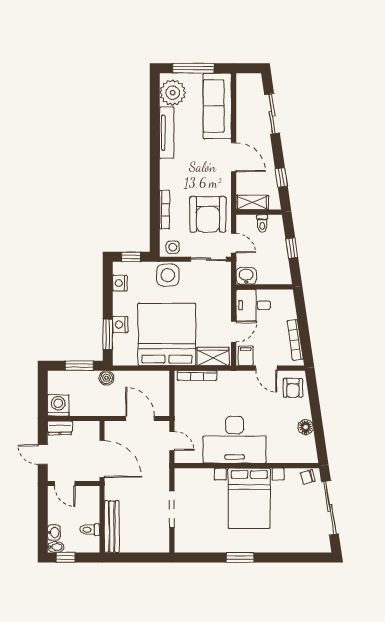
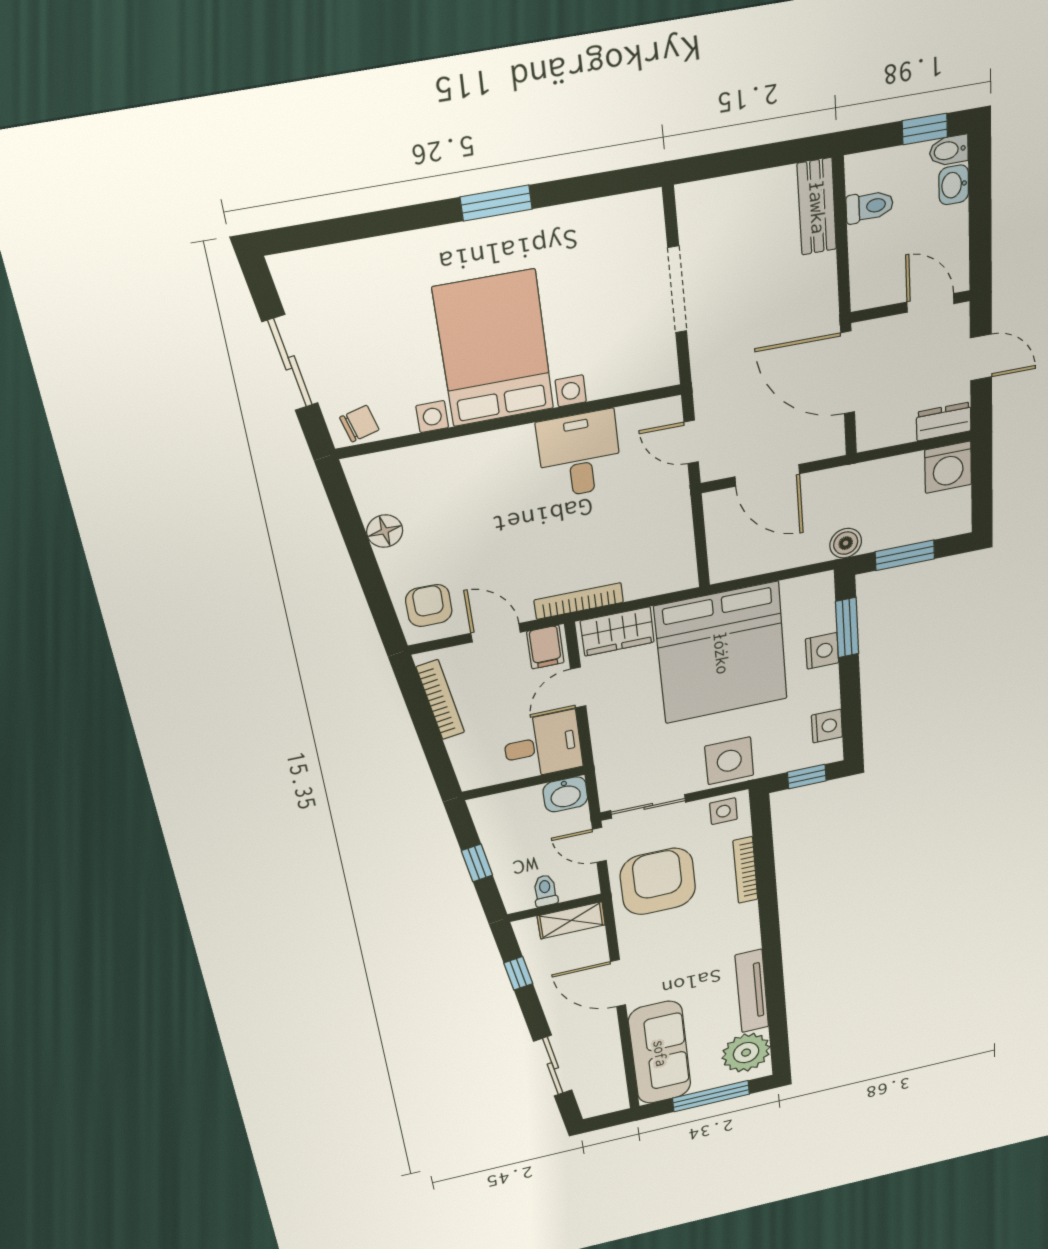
bookcase: (197, 376) -> (579, 601), moved
desk: (235, 440) -> (579, 454), width x0.53, depth x0.77
sliding door: (330, 508) -> (290, 363), width x0.73
bench: (112, 527) -> (817, 207), width x0.73

